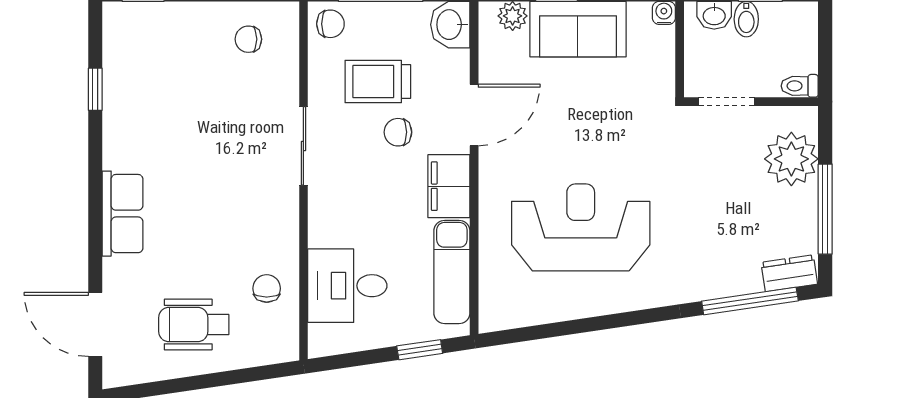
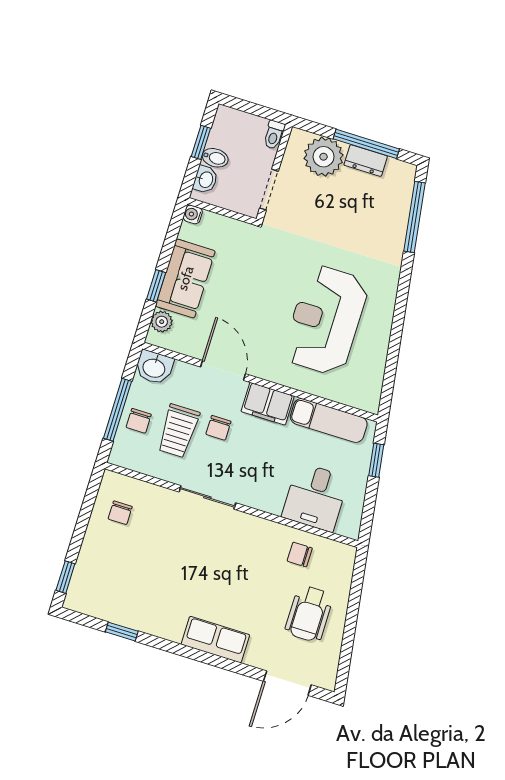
chair: (330, 24) -> (139, 421), moved, turned 180
dresser: (789, 273) -> (366, 161), moved, turned -82

